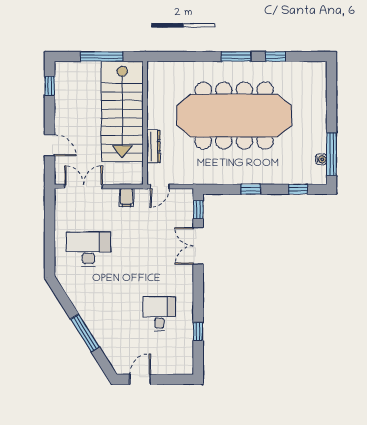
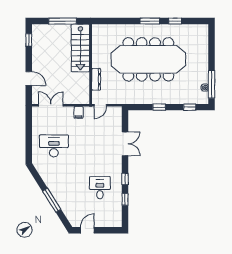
stairs: (122, 111) -> (80, 48), width x0.73, depth x0.66
window: (198, 210) -> (125, 179), moved
double door: (198, 246) -> (125, 144), swing flipped

